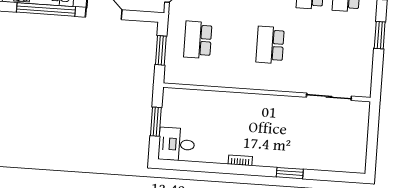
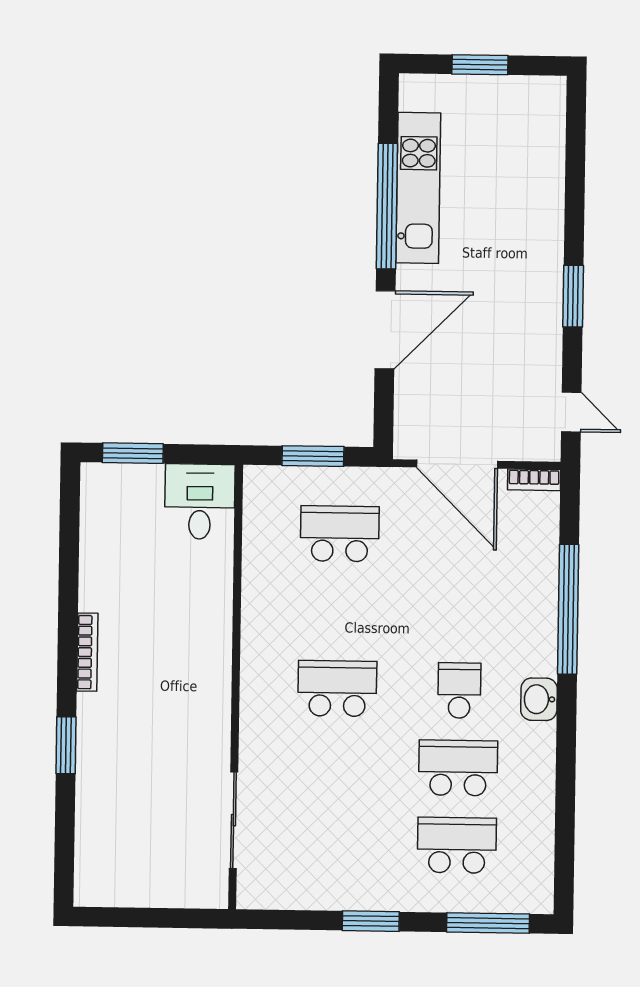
window: (156, 122) -> (133, 453), moved
desk: (177, 144) -> (200, 502), moved
bookcase: (240, 160) -> (87, 652), width x1.56

